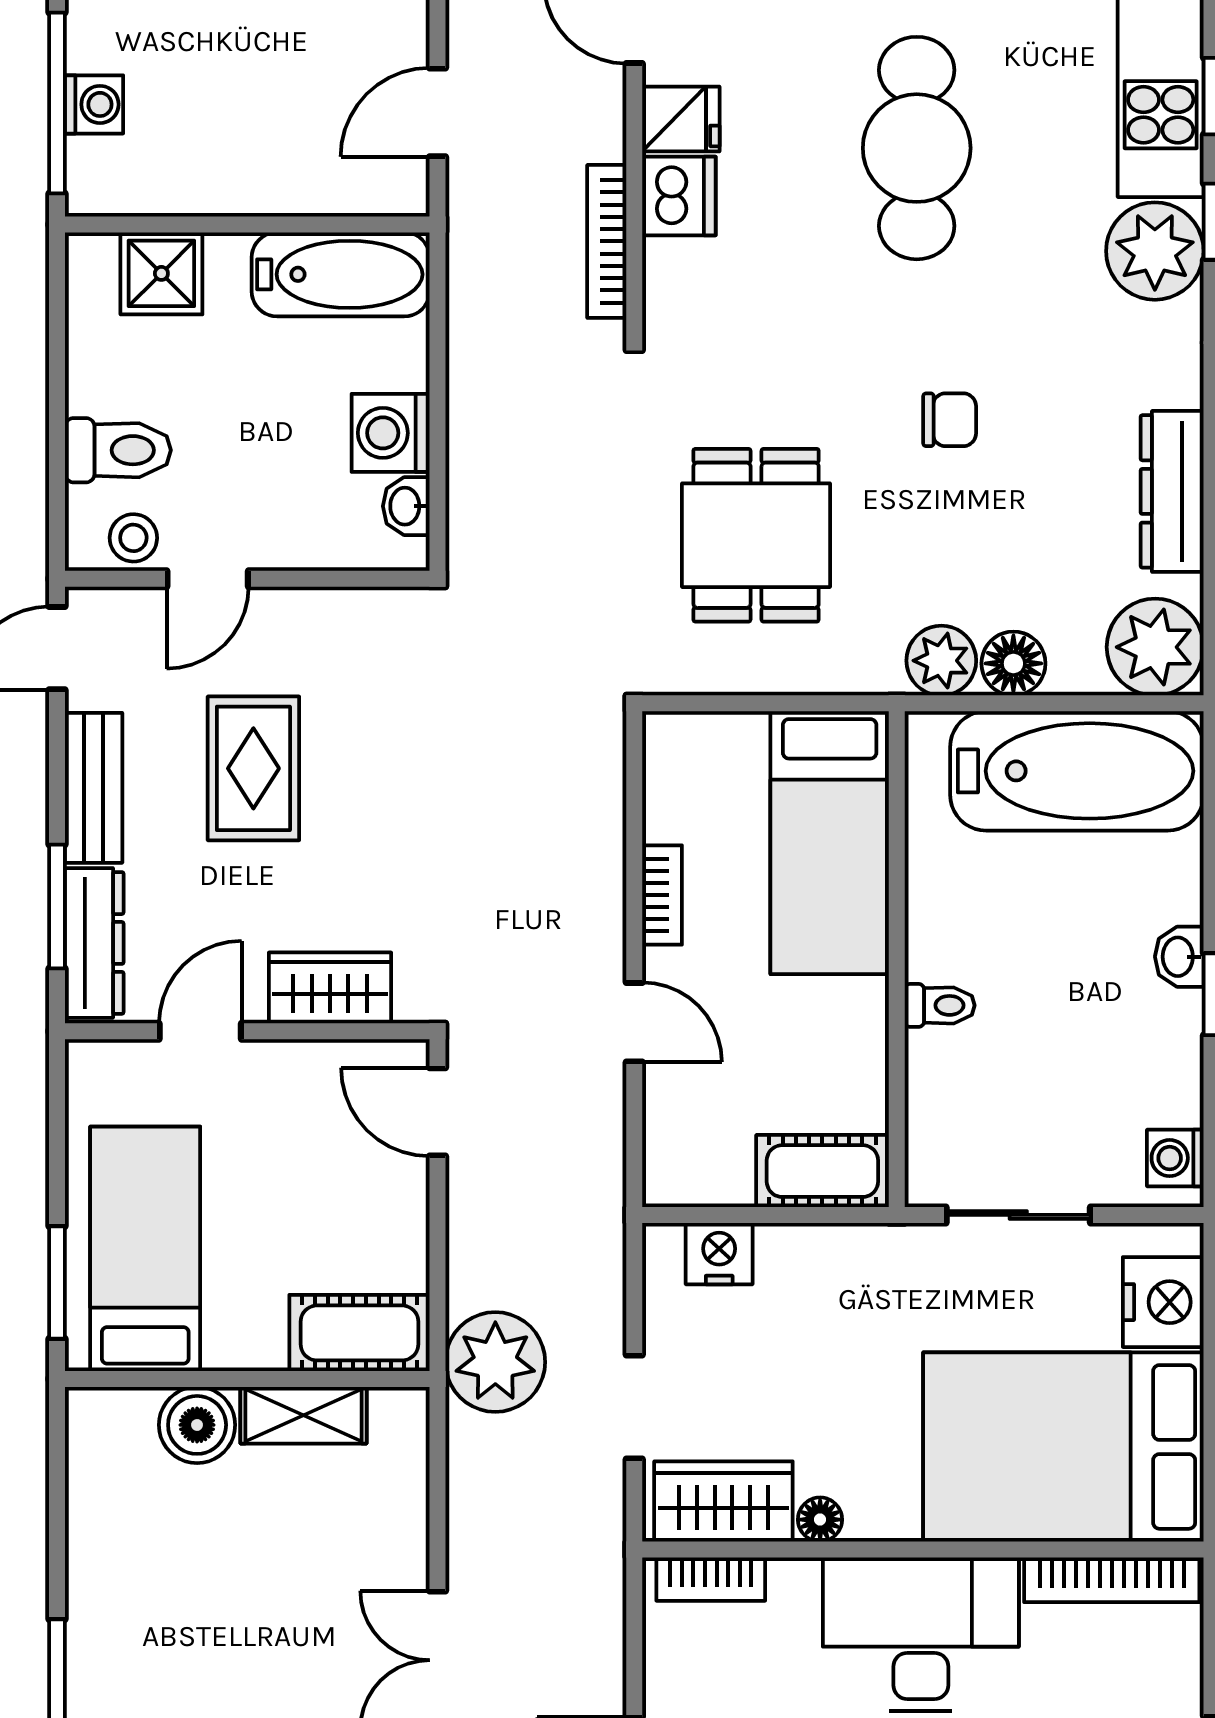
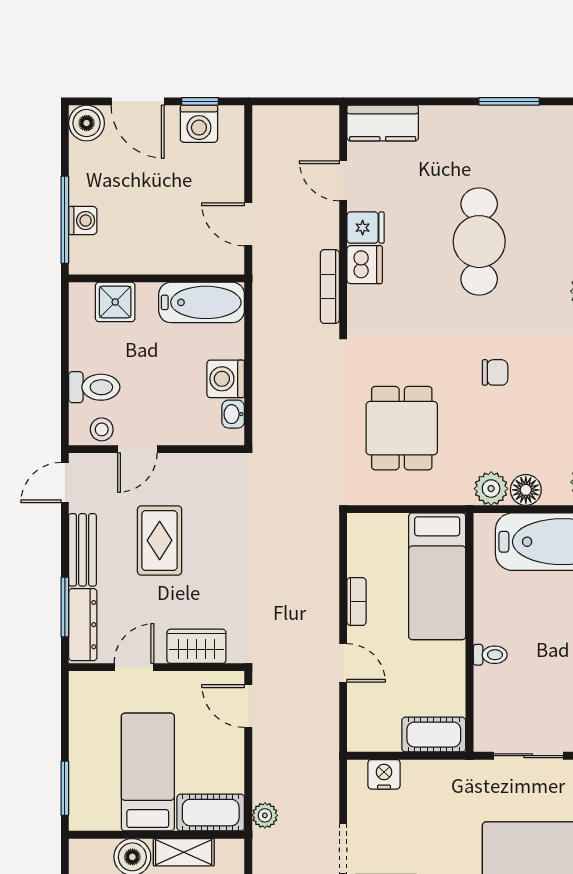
door: (438, 112) -> (248, 224), hinge flipped
bed: (145, 1249) -> (148, 772), moved
plant: (495, 1362) -> (265, 815), width x0.53, depth x0.53

